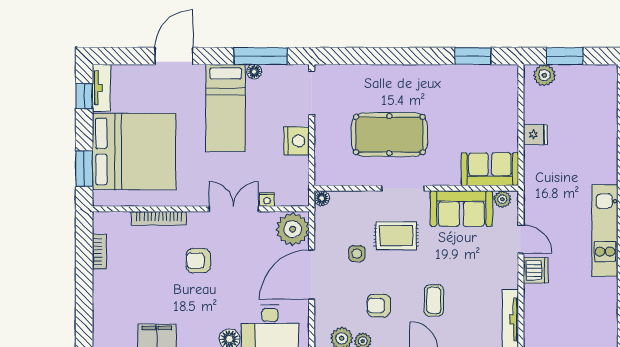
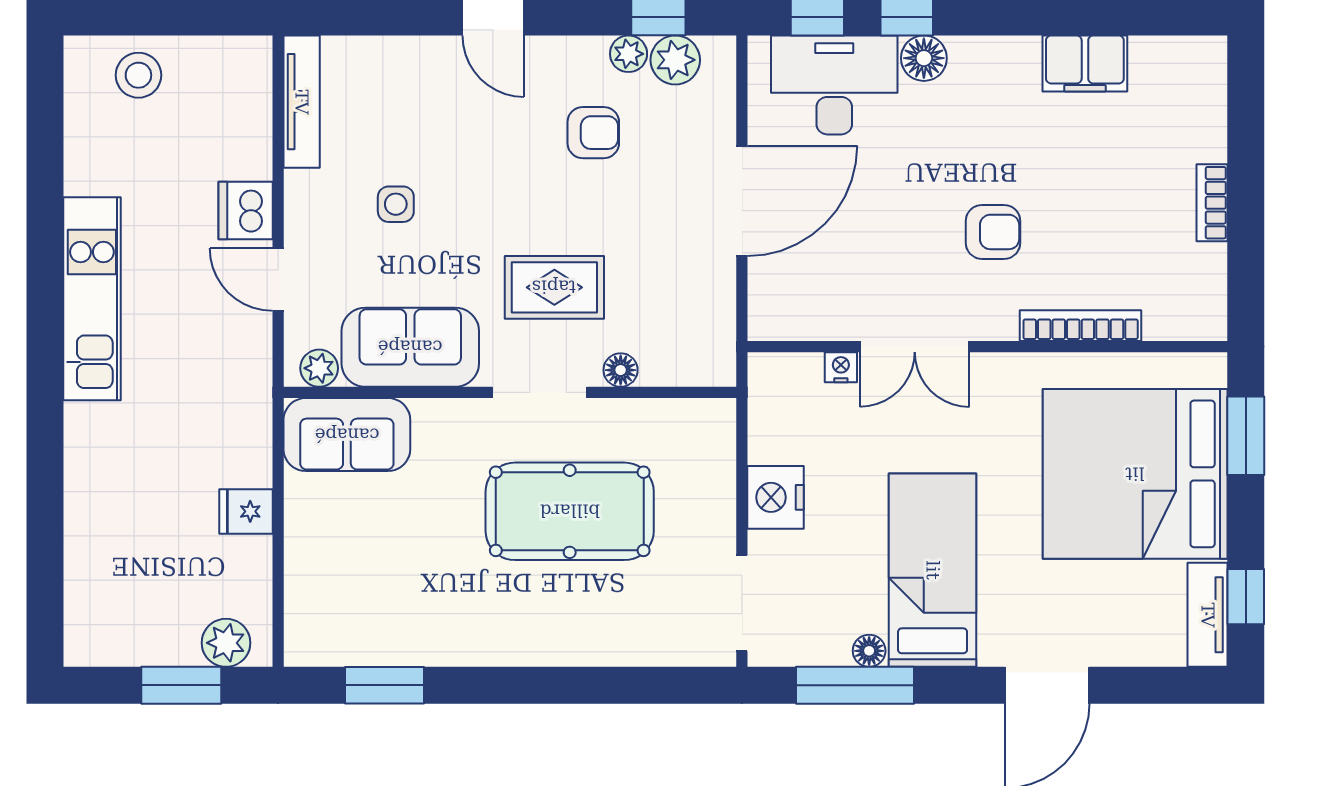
floor lamp: (322, 198) -> (621, 370), moved
plant: (293, 229) -> (784, 302), removed
bookcase: (99, 252) -> (1212, 203), moved
side table: (357, 254) -> (396, 204), moved
coffee table: (434, 300) -> (471, 144), removed
stool: (584, 331) -> (138, 75), added

